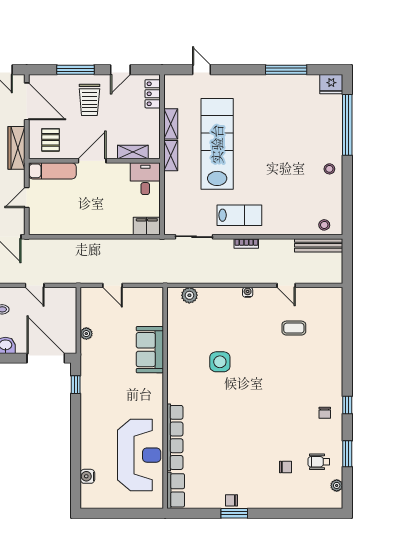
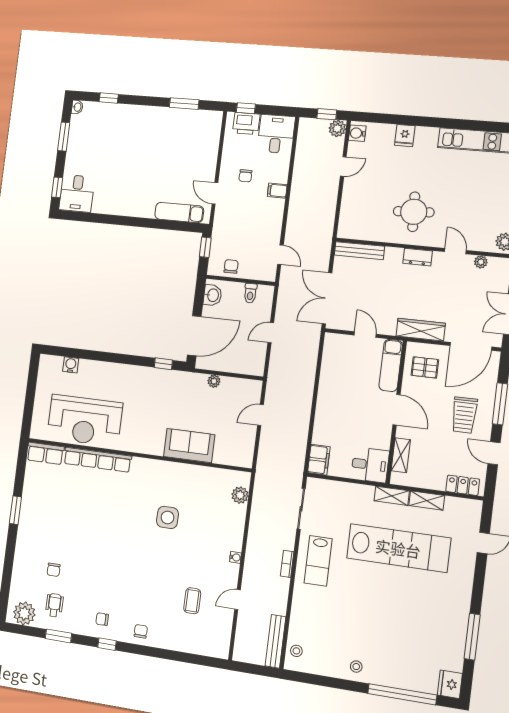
trolley: (89, 100) -> (464, 415), turned -90
plant: (337, 485) -> (24, 613), width x1.87, depth x1.87
chair: (231, 500) -> (141, 631), moved

